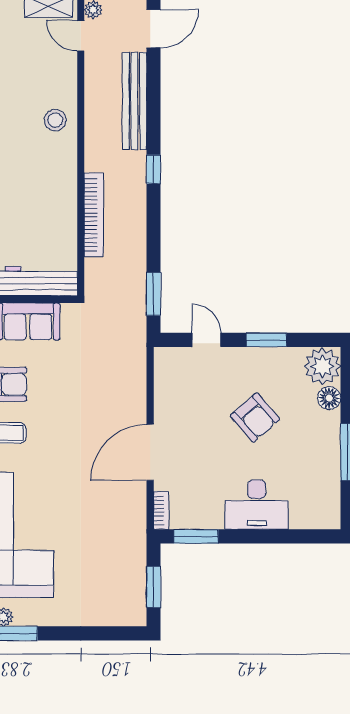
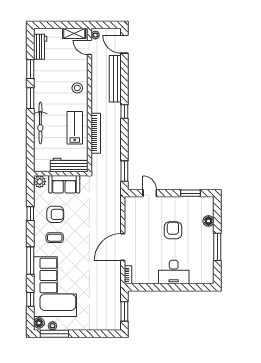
door: (154, 29) -> (124, 44), swing flipped
lab bench: (50, 203) -> (75, 128), added
window: (266, 340) -> (190, 193), moved
plant: (322, 366) -> (205, 206), removed
armchair: (255, 418) -> (173, 230), turned -139
window: (196, 536) -> (145, 287), removed

